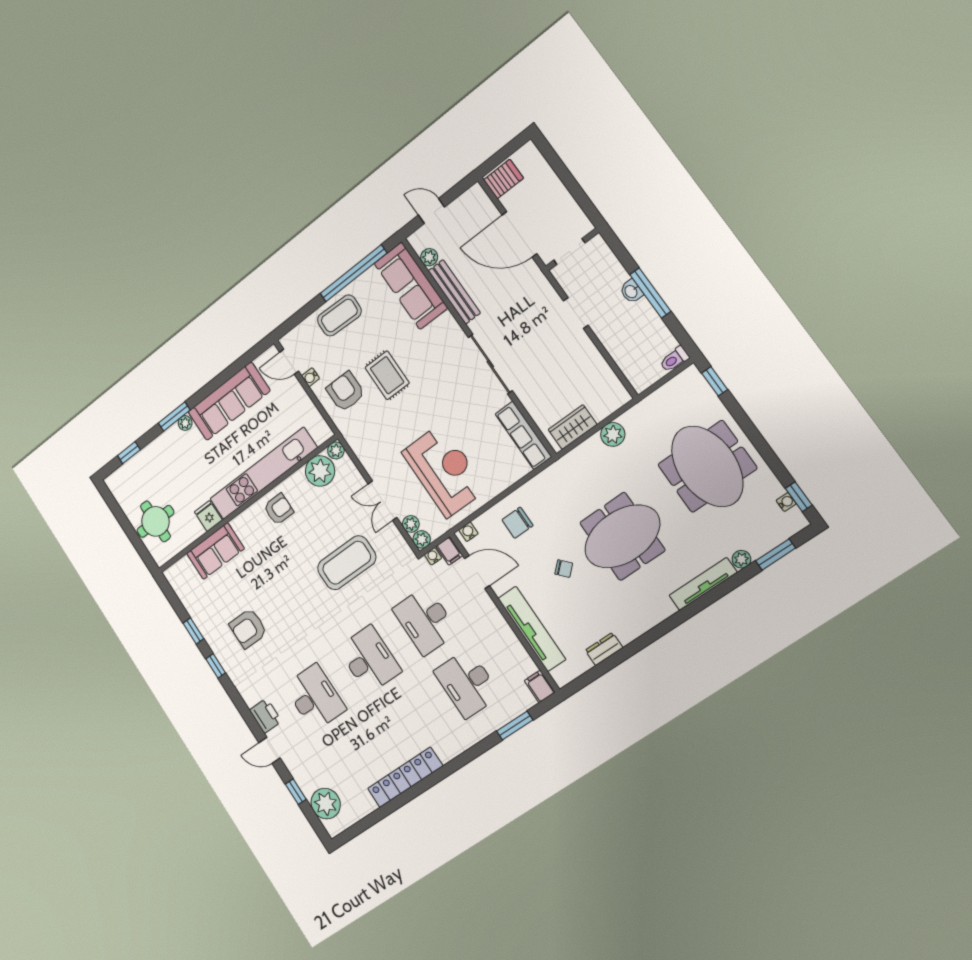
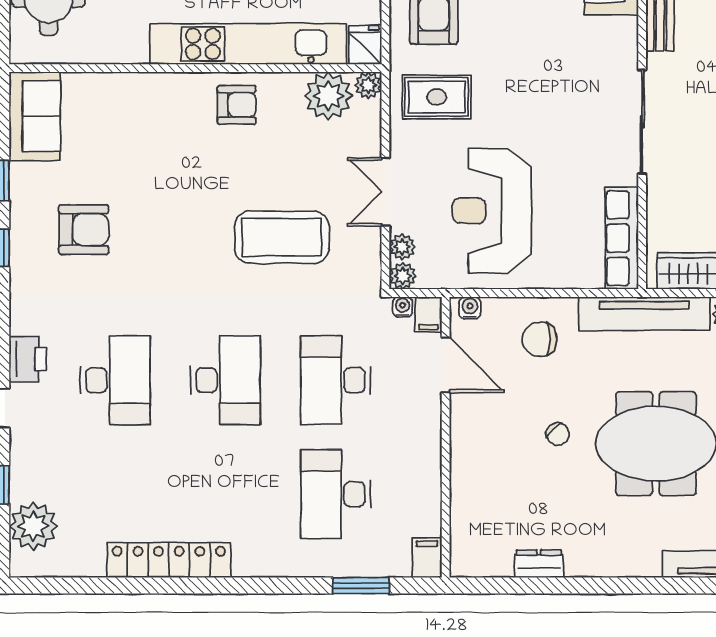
rug: (387, 375) -> (437, 97), moved, turned 90
reception desk: (444, 471) -> (492, 211), turned 180
fridge: (208, 516) -> (365, 45), moved
sofa: (215, 551) -> (35, 116), moved, turned -90
armchair: (248, 628) -> (84, 230), turned 180
tv unit: (532, 629) -> (644, 314), moved, turned 90

